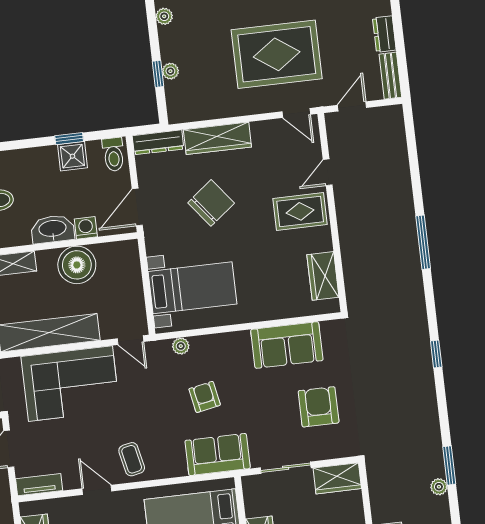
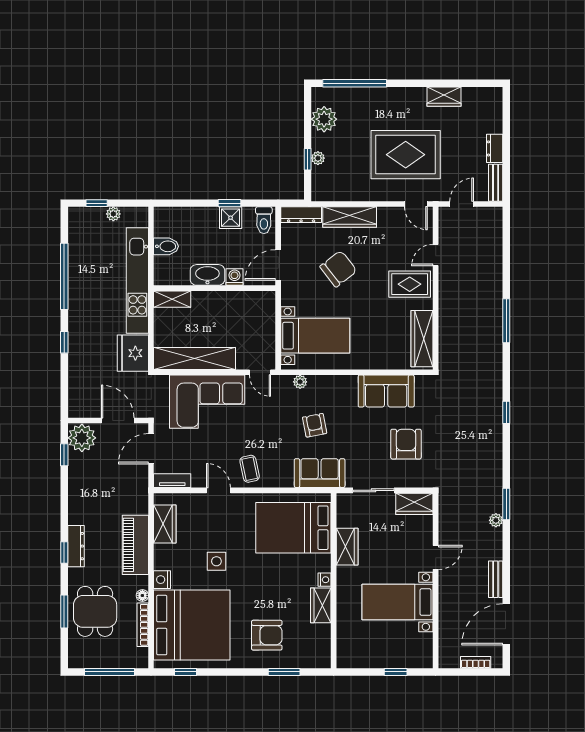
plant: (164, 16) -> (324, 119), width x1.87, depth x1.87
boiler: (77, 265) -> (224, 306), removed
wardrobe: (323, 276) -> (422, 339), width x1.50

